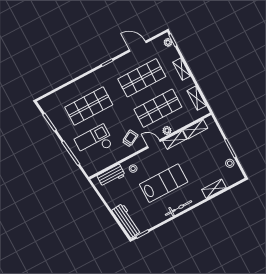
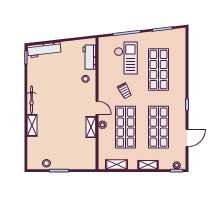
shelving: (195, 129) -> (91, 149), removed
trolley: (130, 138) -> (125, 91), moved
door: (154, 144) -> (97, 108), hinge flipped
lab bench: (164, 183) -> (59, 98), removed
shelving: (214, 189) -> (32, 125), moved

